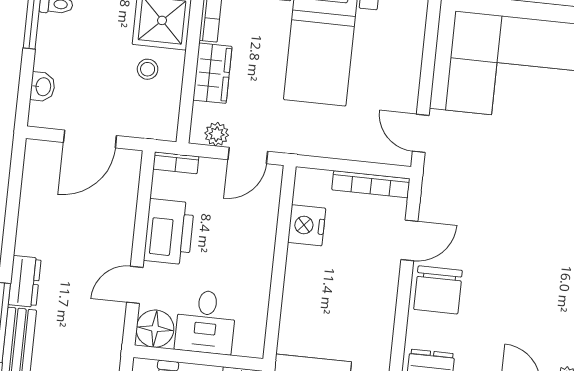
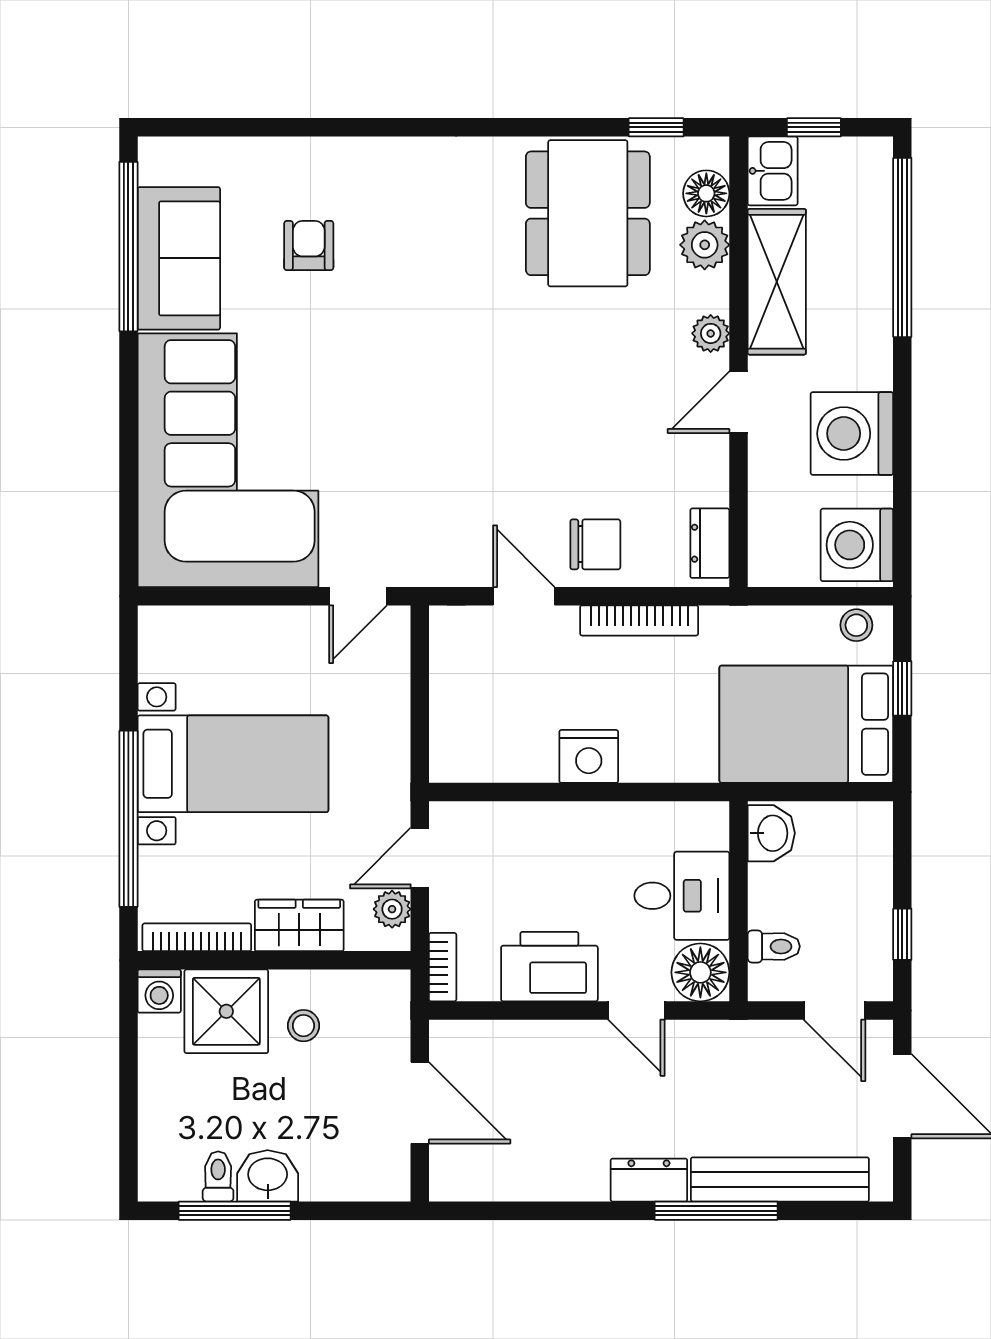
washbasin: (43, 87) -> (268, 1176), moved, width x1.38, depth x1.45
door: (248, 156) -> (420, 858), swing flipped
bookcase: (371, 184) -> (639, 620), moved, turned 90
nightstand: (307, 225) -> (589, 756), moved
chair: (438, 290) -> (595, 544), width x0.73, depth x0.73

